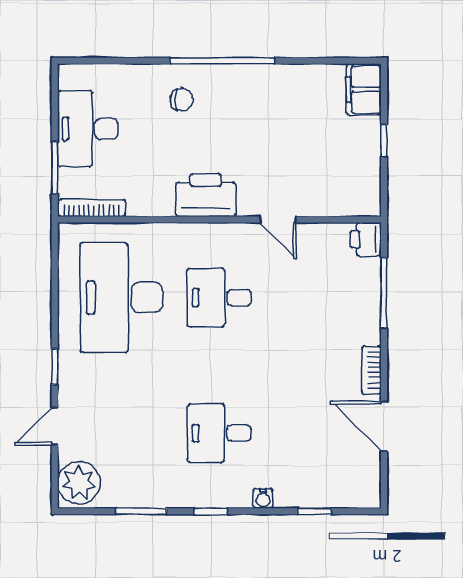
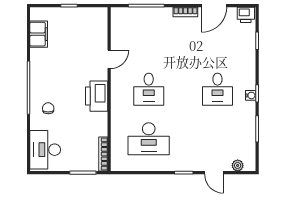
filing cabinet: (364, 90) -> (39, 34), moved, turned -90
desk: (88, 129) -> (45, 150), moved, turned 90
printer: (366, 239) -> (246, 15), moved
desk: (121, 298) -> (149, 139), width x0.73, depth x0.77
plant: (79, 483) -> (238, 165), width x0.53, depth x0.53
water cooler: (263, 498) -> (251, 95), moved

